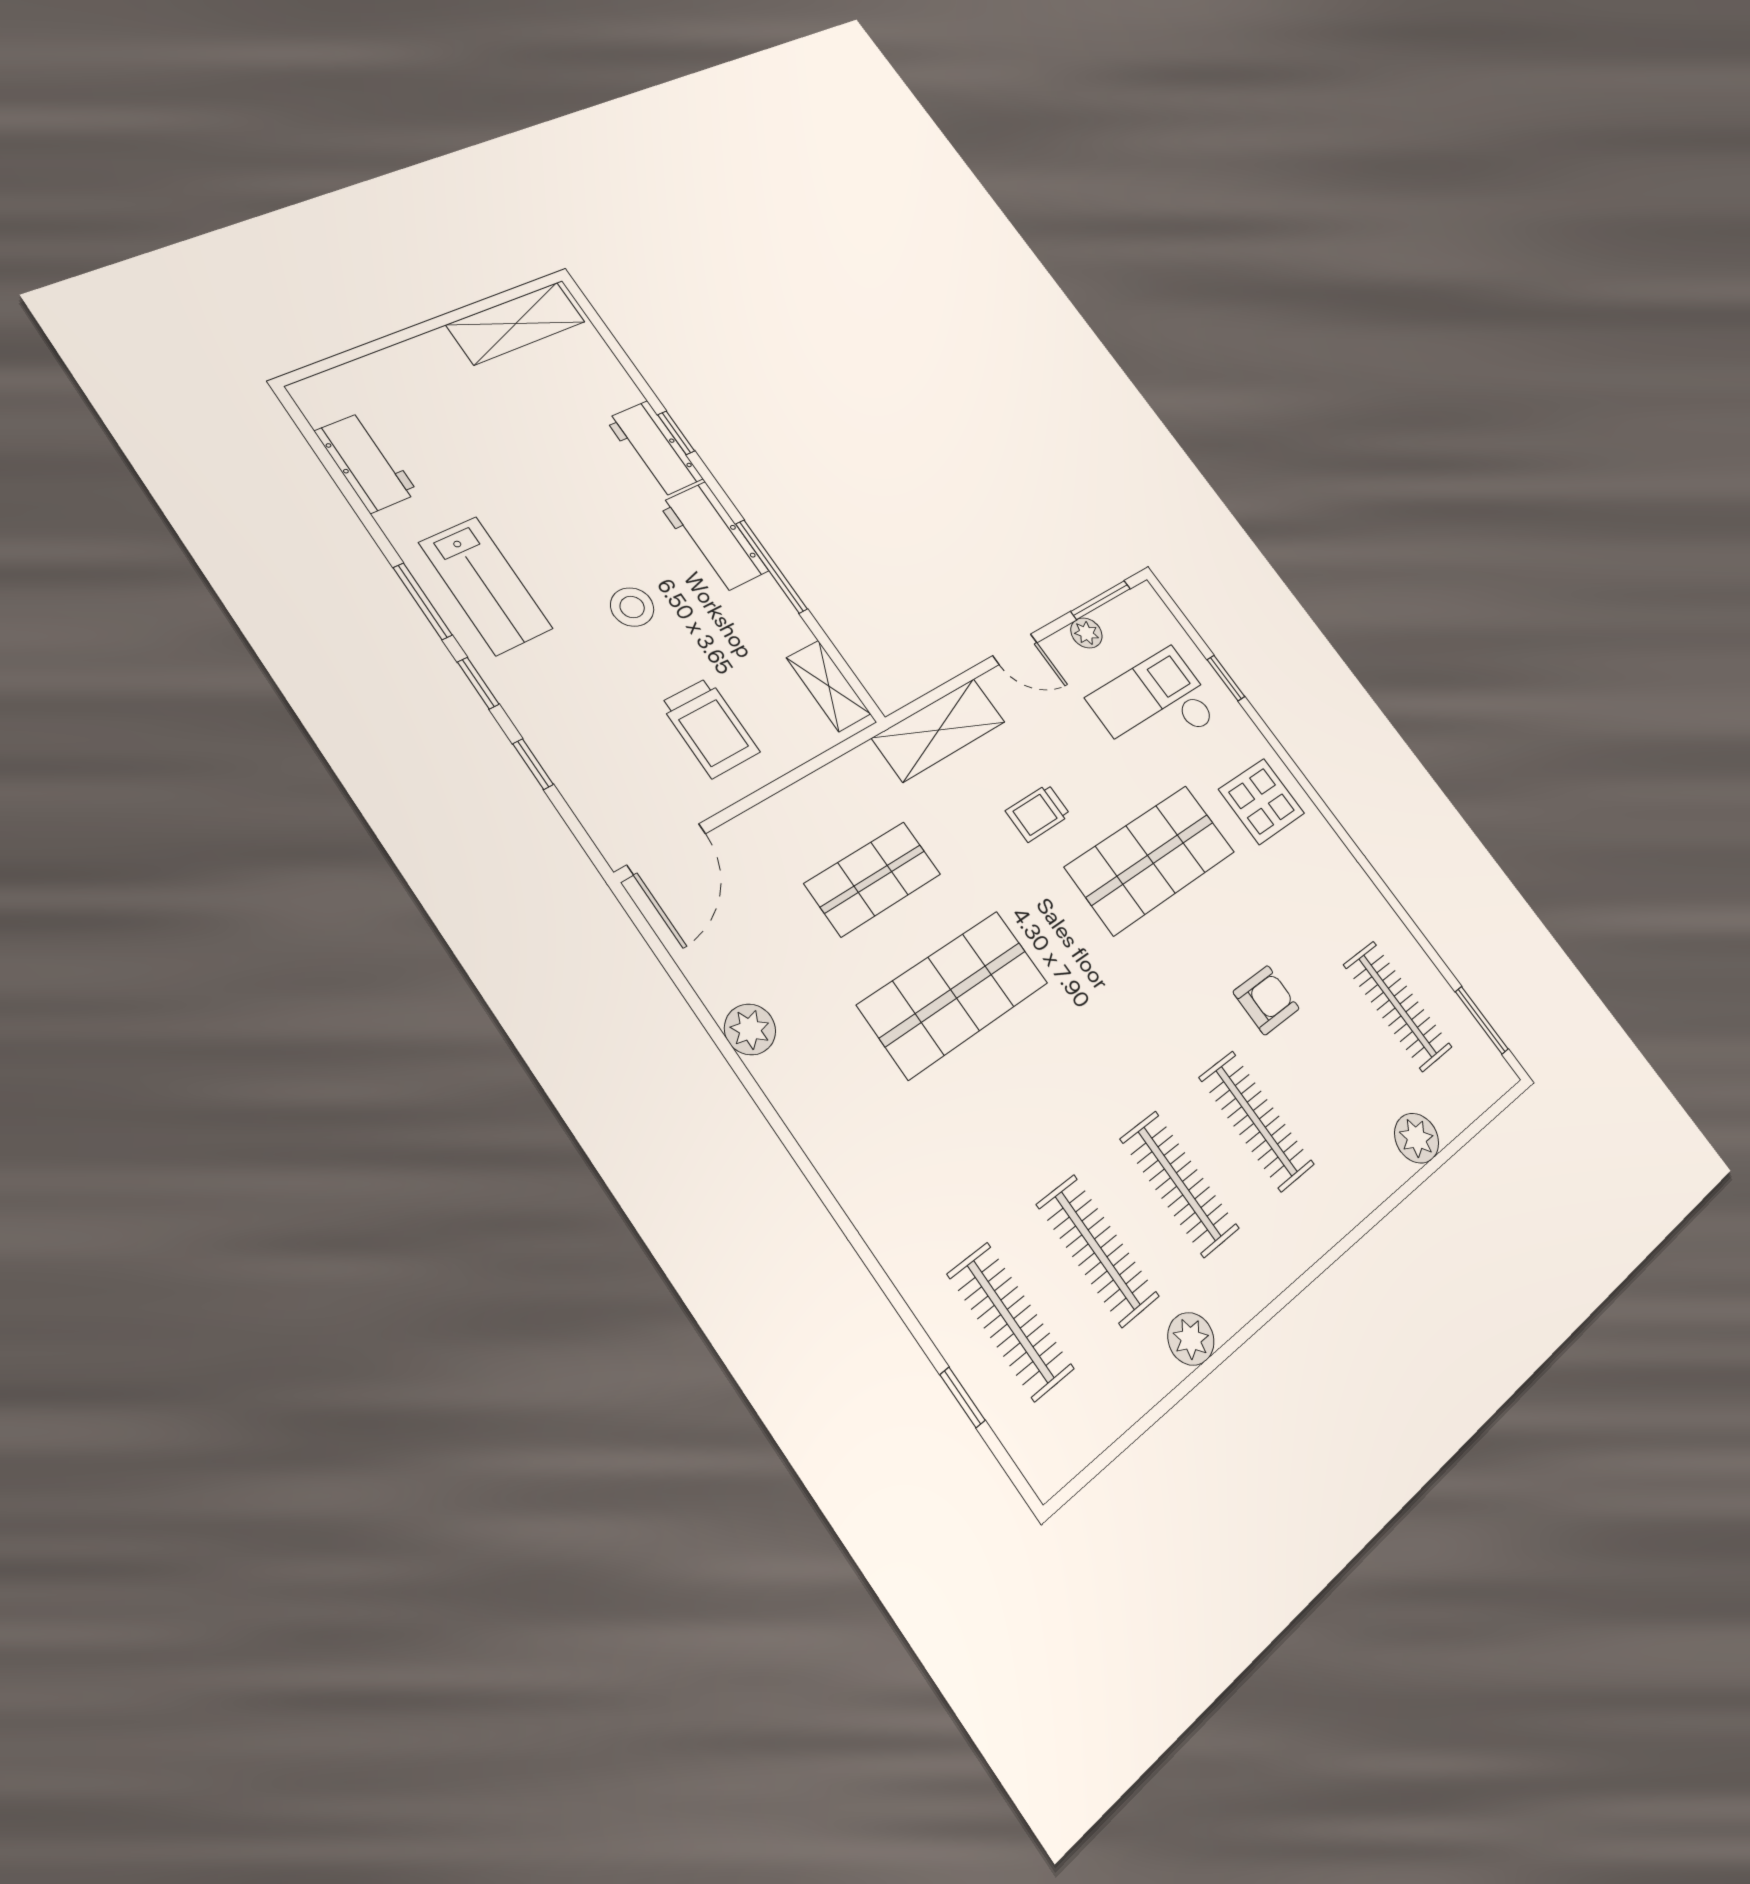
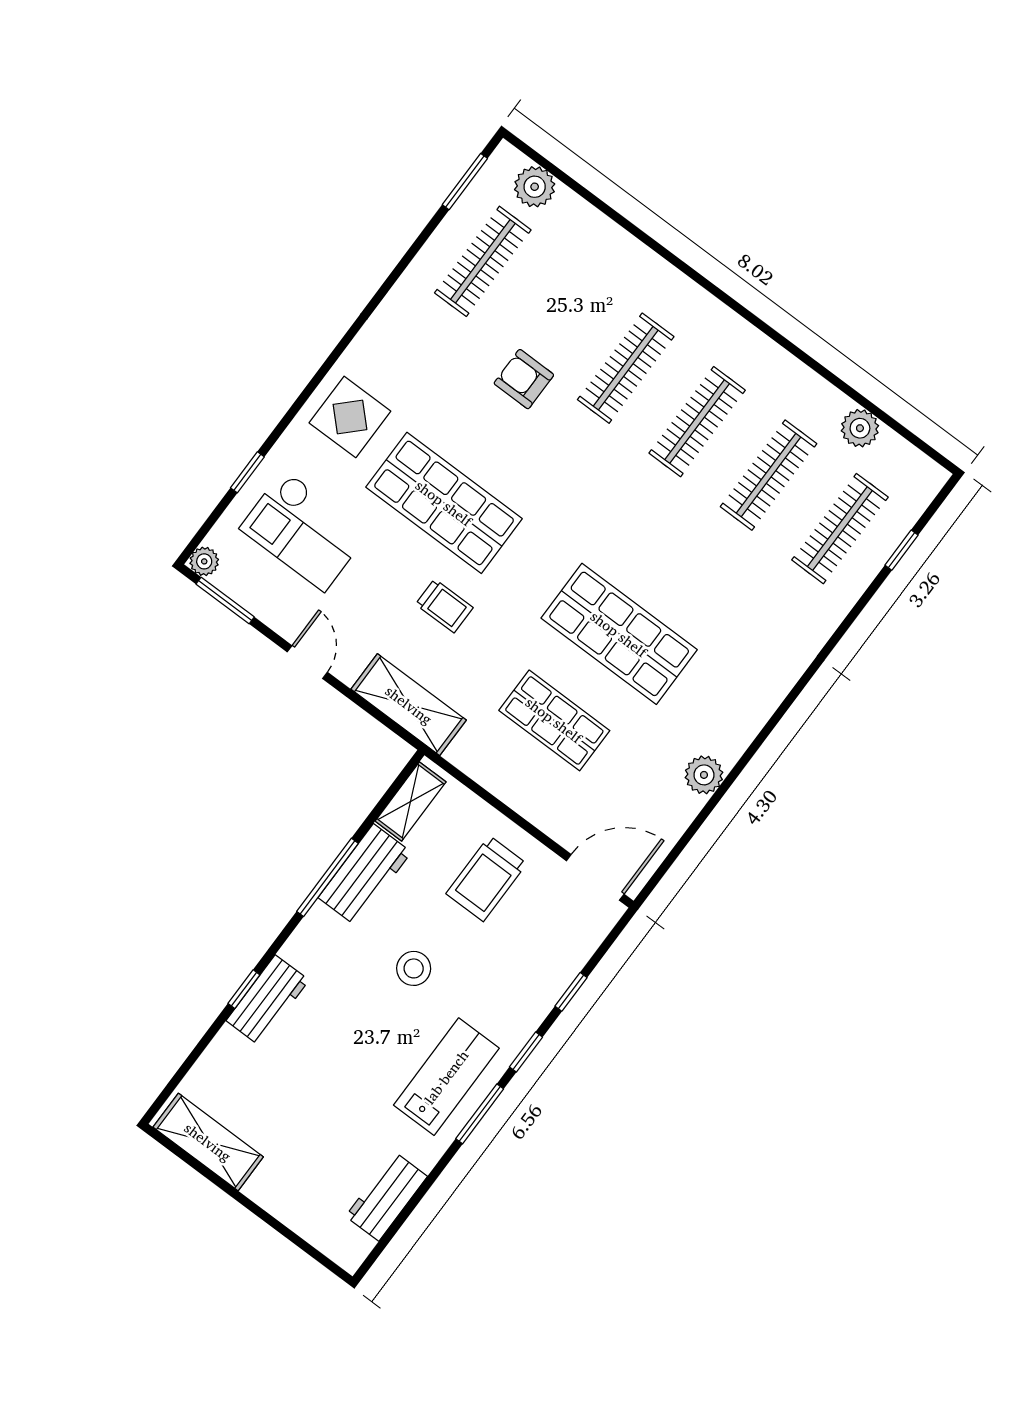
workbench: (713, 537) -> (365, 875), moved
plant: (1086, 633) -> (204, 561), moved
trolley: (710, 728) -> (486, 879), turned 180
plant: (1417, 1138) -> (535, 187), moved
plant: (1191, 1339) -> (860, 428), moved

